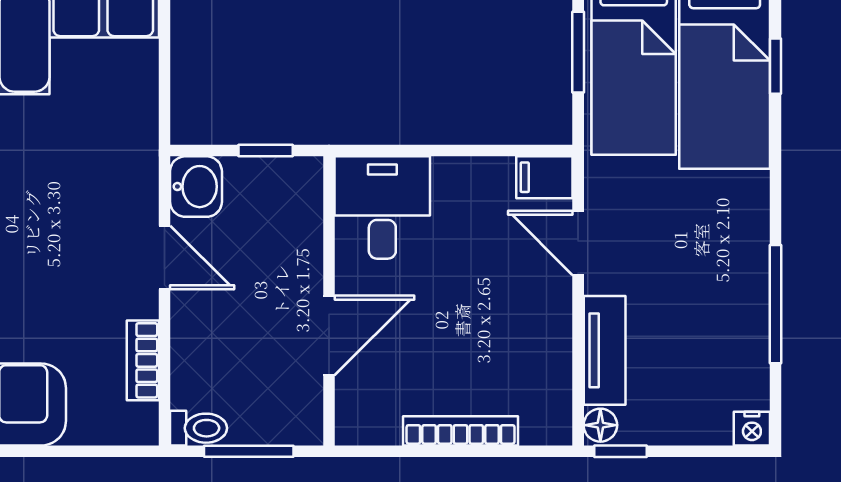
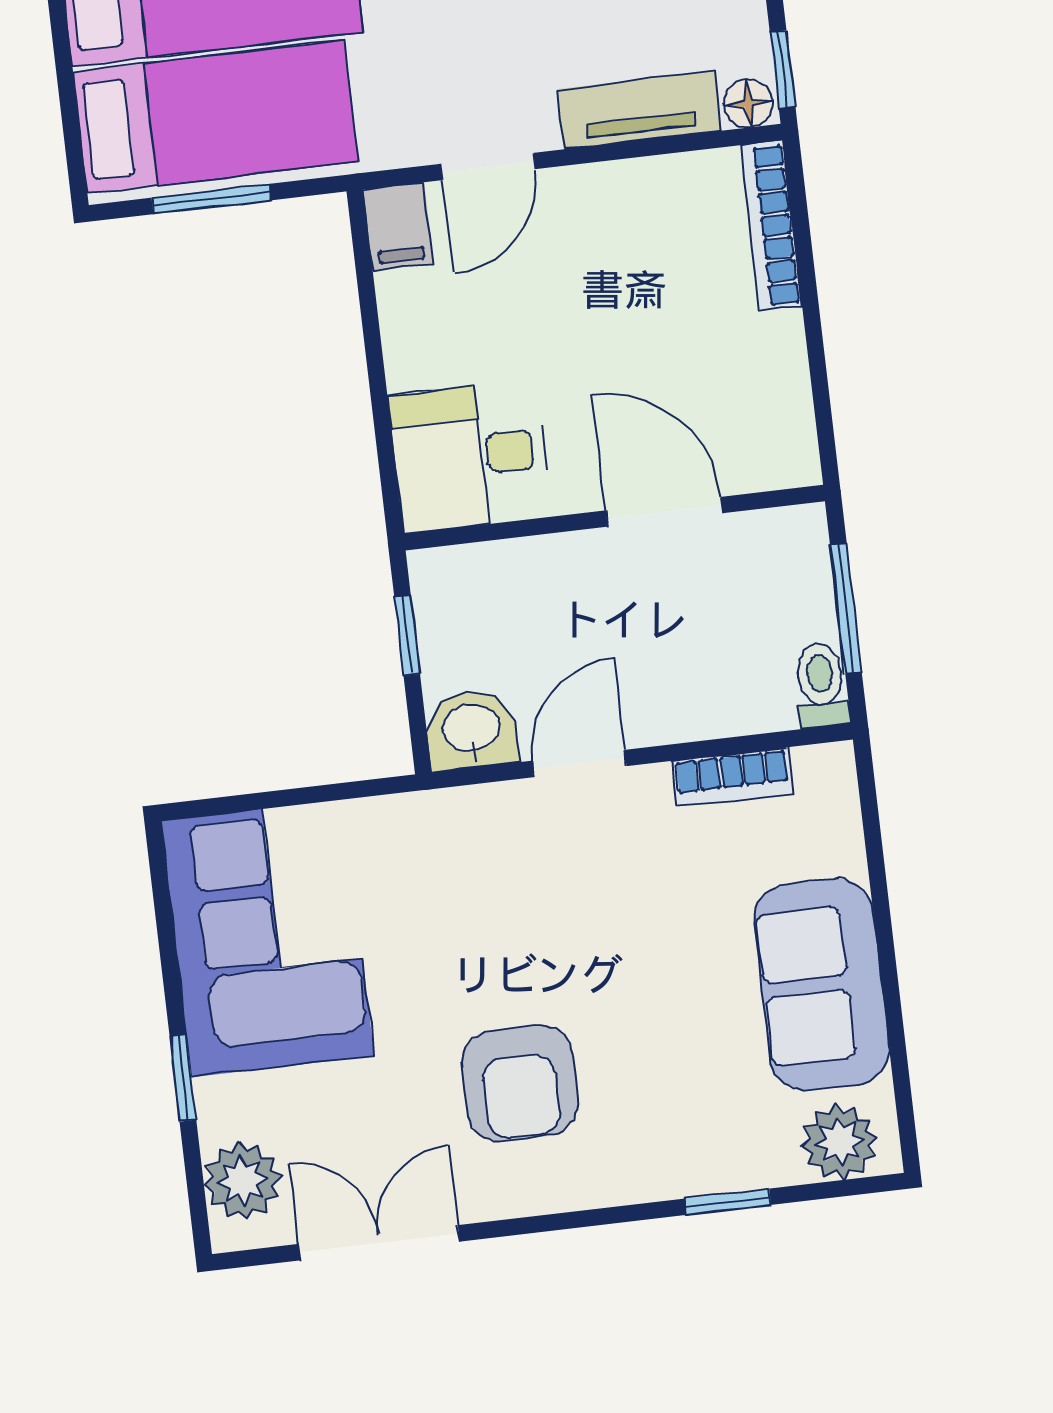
bookcase: (461, 431) -> (771, 226), moved

